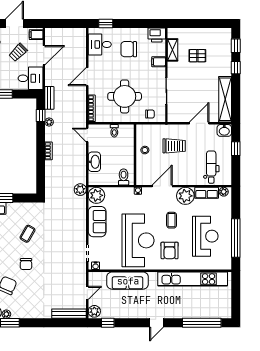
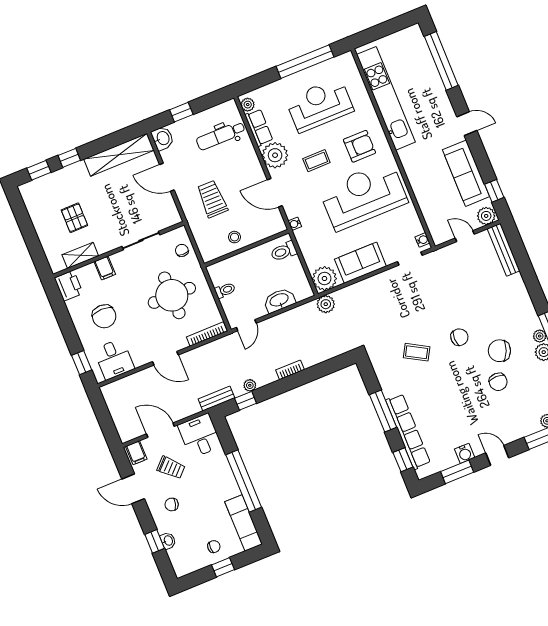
sofa: (128, 281) -> (466, 173), moved, turned 180

